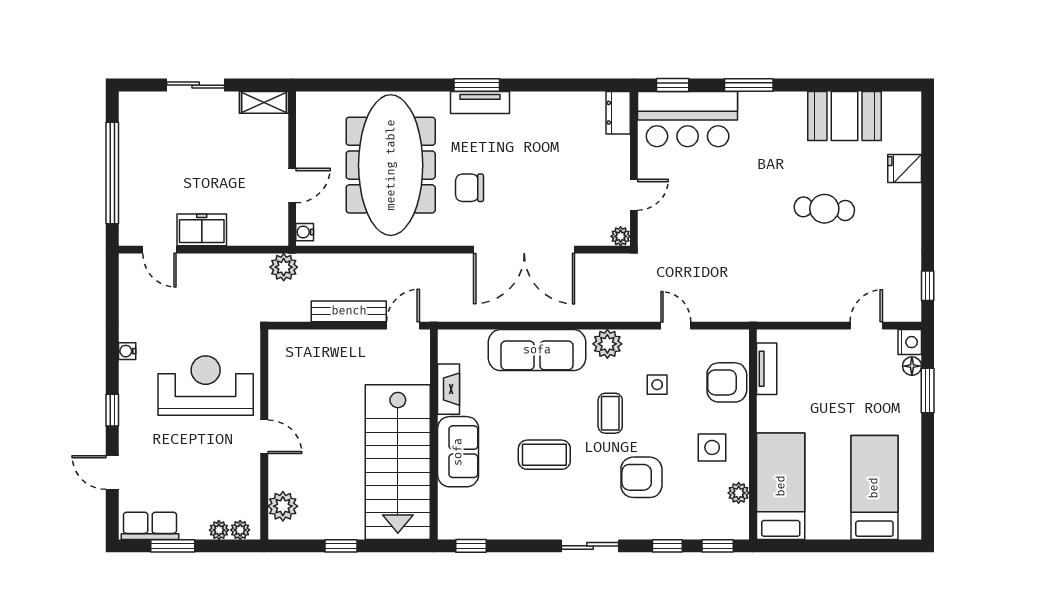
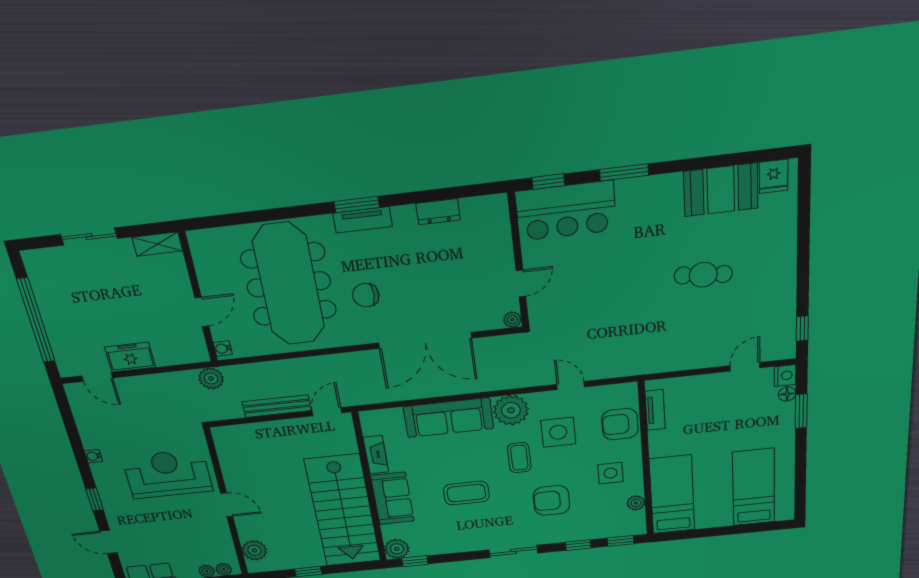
dresser: (618, 113) -> (438, 212), moved, turned -90
fridge: (905, 169) -> (774, 176), moved, turned -90
plant: (607, 344) -> (511, 410), width x1.36, depth x1.36
side table: (657, 385) -> (558, 432), width x1.87, depth x1.87
plant: (452, 525) -> (397, 549), added

